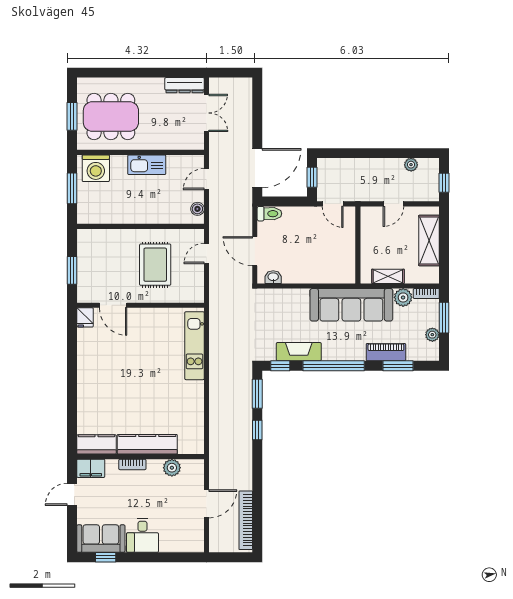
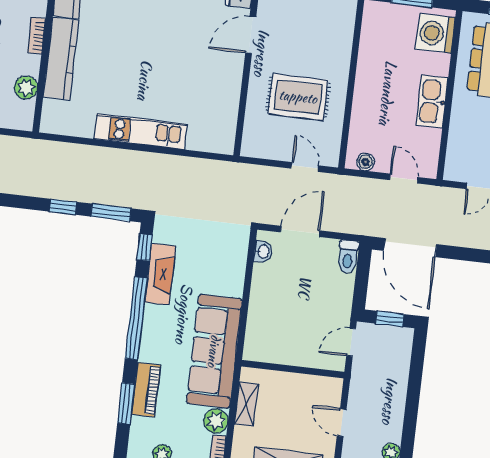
kitchen unit: (195, 346) -> (140, 131), moved

